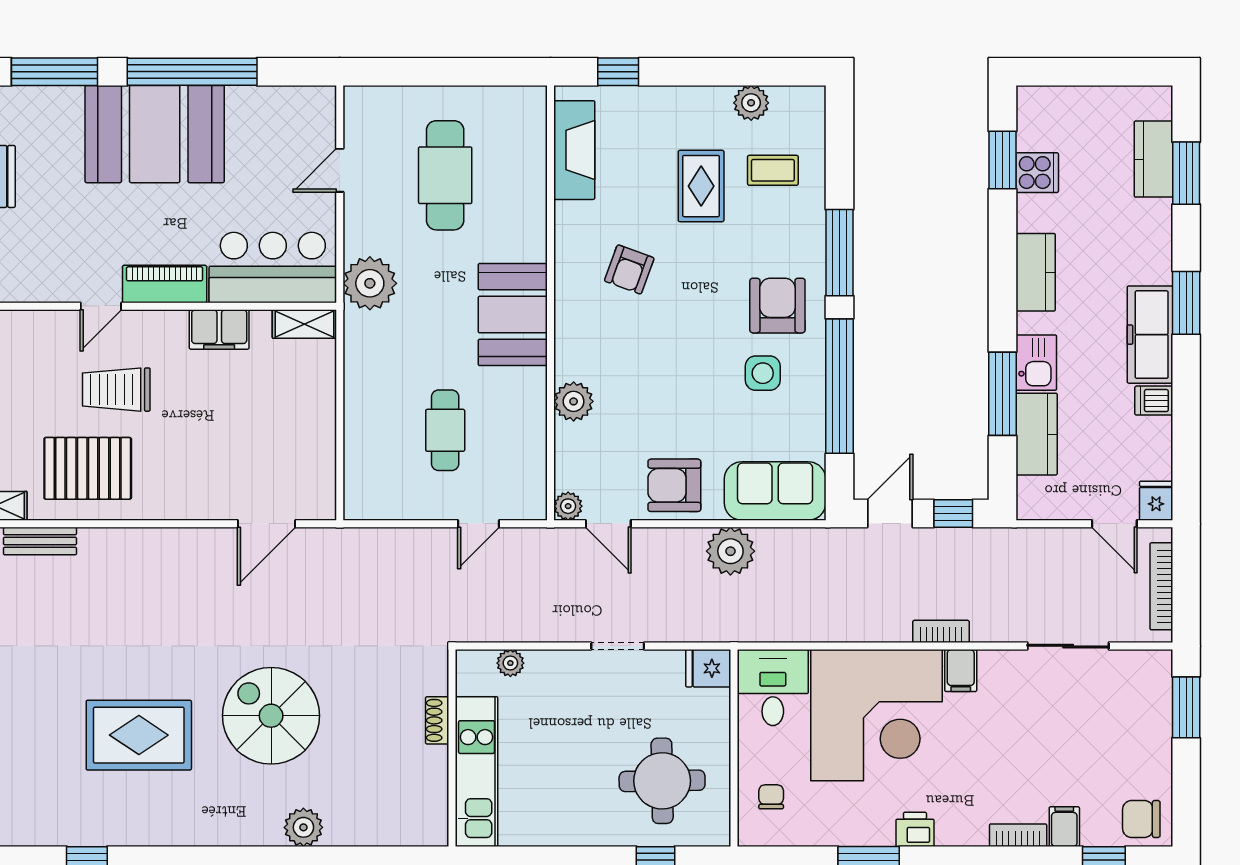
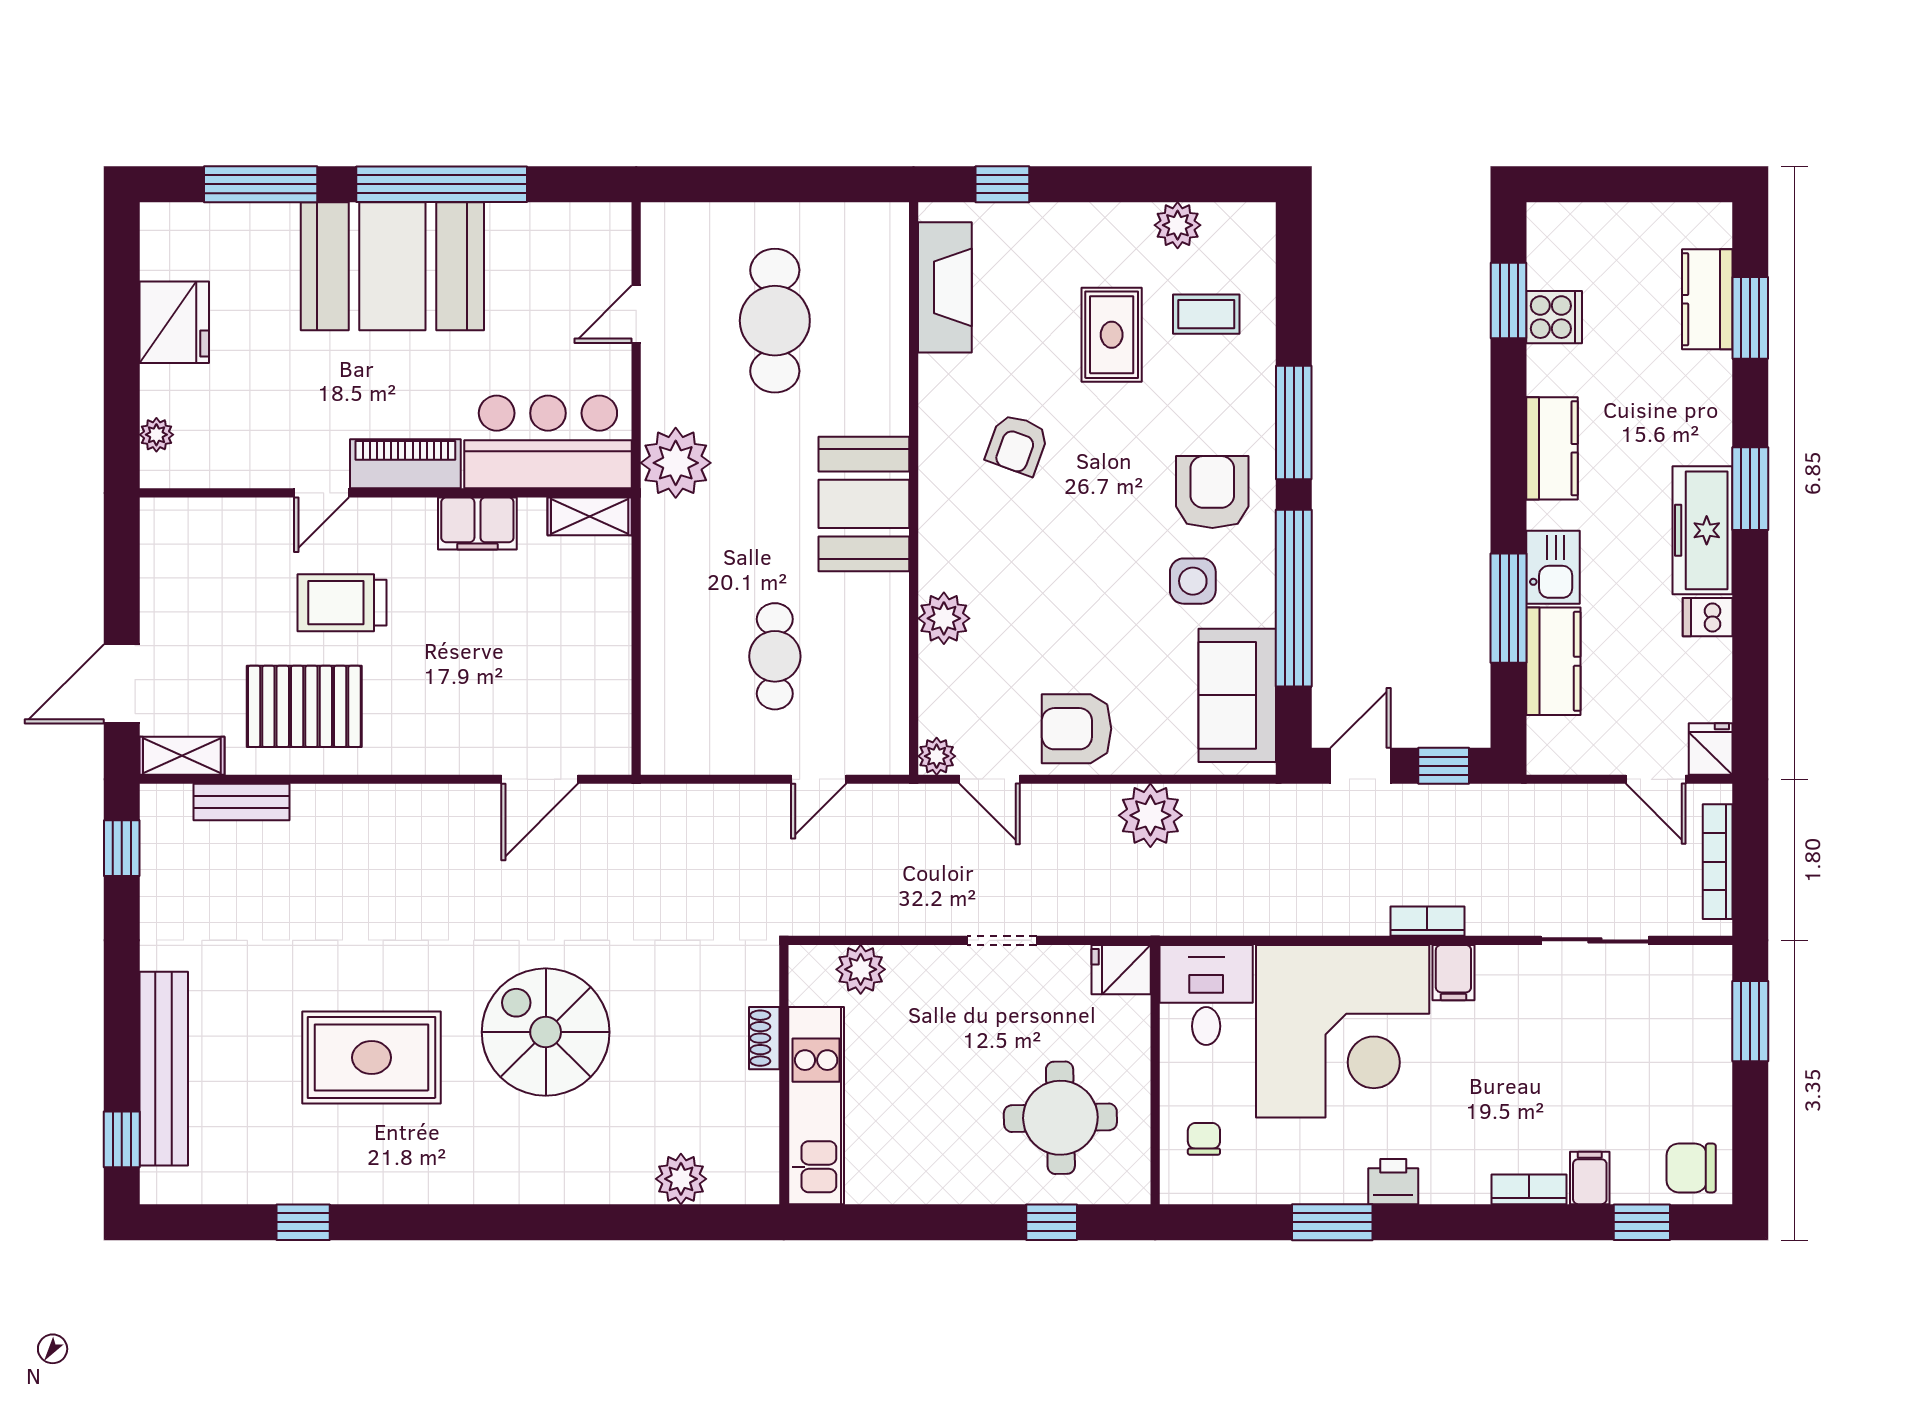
sofa: (775, 491) -> (1237, 695), moved, turned -90
plant: (510, 663) -> (861, 969), width x1.38, depth x1.38
plant: (303, 827) -> (681, 1179), moved

